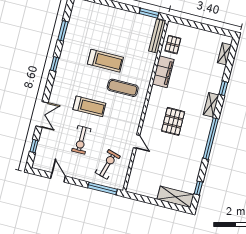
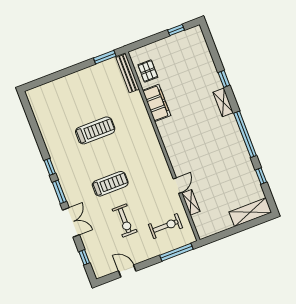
window: (214, 29) -> (176, 30), added
window: (63, 31) -> (59, 192), moved
shelving: (224, 54) -> (191, 202), moved
exercise mat: (123, 88) -> (129, 145), removed
pallet: (173, 121) -> (199, 143), removed
door: (137, 141) -> (177, 186), hinge flipped
exercise bike: (108, 164) -> (166, 226), turned 74
window: (198, 188) -> (261, 176), moved

